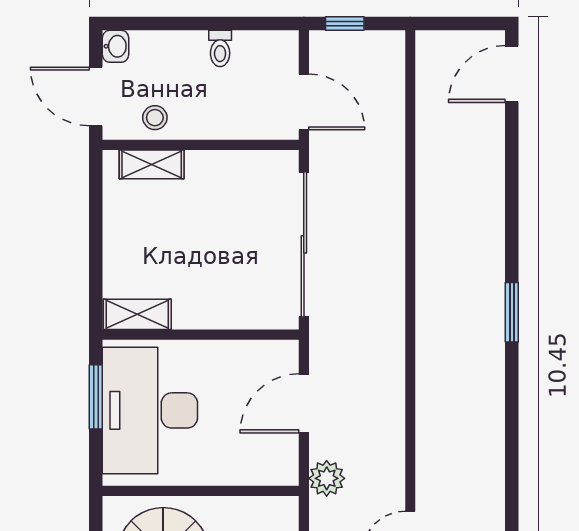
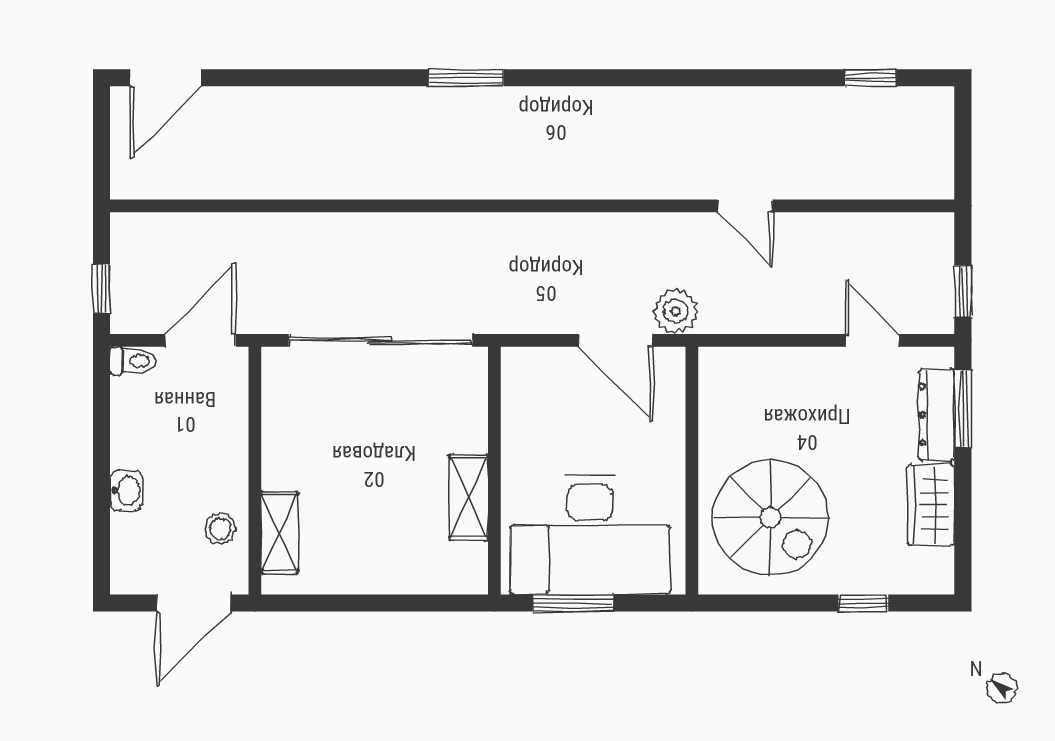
washbasin: (116, 46) -> (126, 490), moved, turned 90
toilet: (220, 48) -> (133, 361), moved
door: (512, 74) -> (165, 78), hinge flipped
shelving: (137, 314) -> (469, 497), moved
door: (304, 403) -> (616, 340), moved

